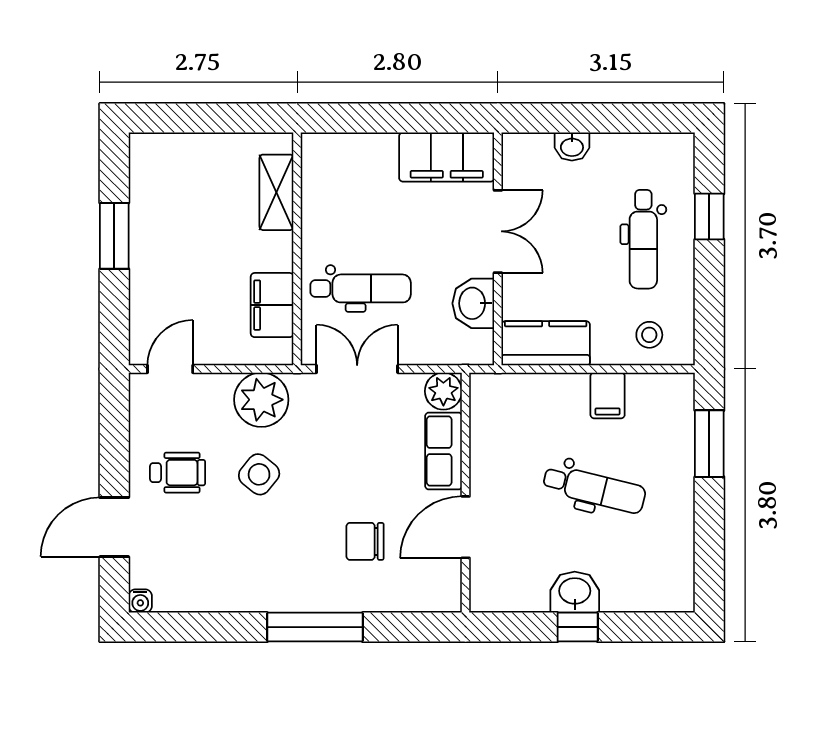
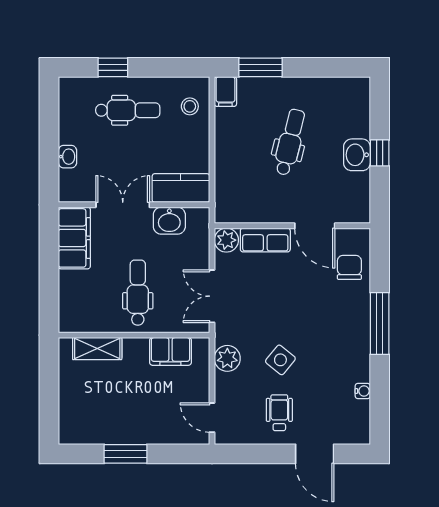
dental chair: (361, 288) -> (138, 293), moved
kitchen counter: (546, 343) -> (181, 188), moved, turned 90
filing cabinet: (608, 395) -> (225, 92), moved, turned 90
plant: (261, 400) -> (227, 358), width x0.73, depth x0.73
chair: (365, 541) -> (349, 267), moved, turned 180
water cooler: (140, 601) -> (363, 391), moved

